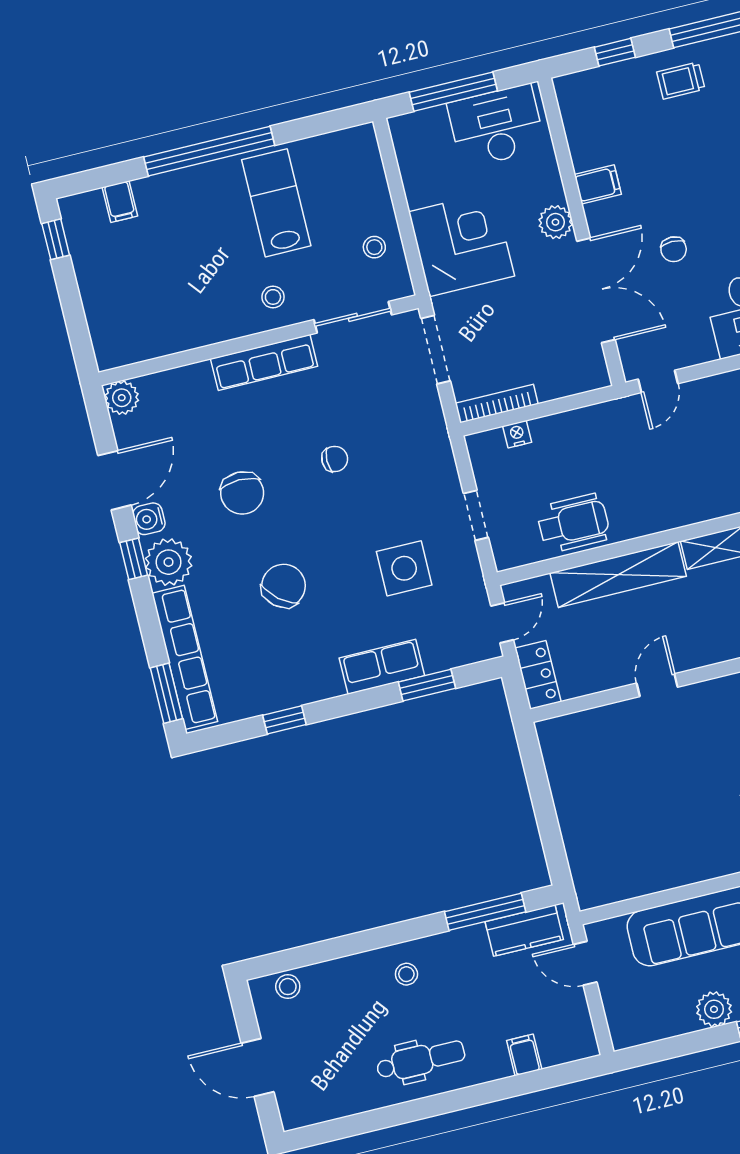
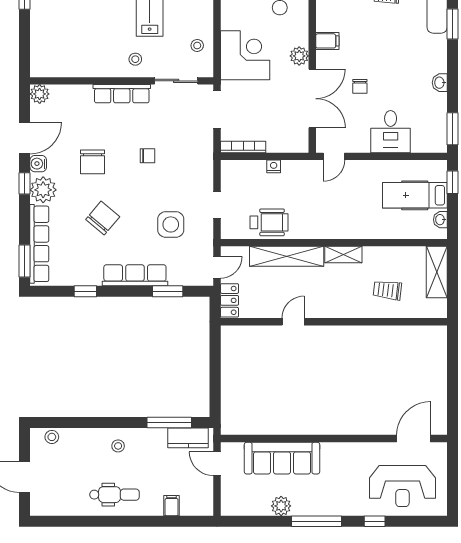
nightstand: (517, 434) -> (274, 166), moved
row of seats: (382, 667) -> (135, 275), width x1.48

